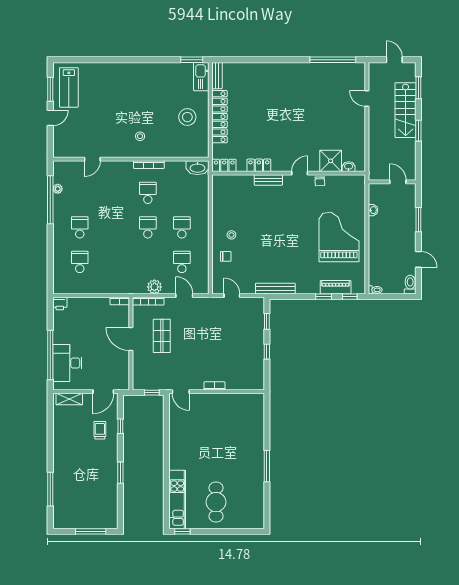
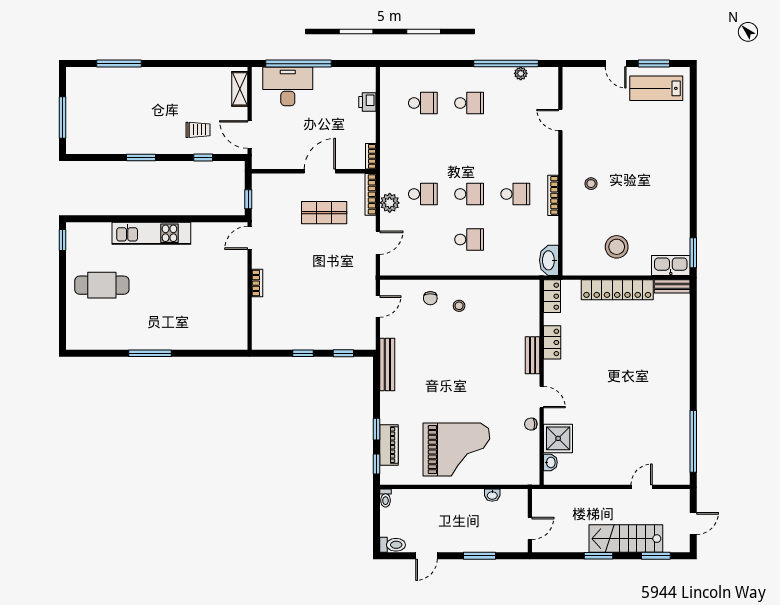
school desk: (182, 262) -> (423, 194), moved
printer: (60, 303) -> (367, 102), moved
kitchen unit: (177, 500) -> (151, 233), moved

